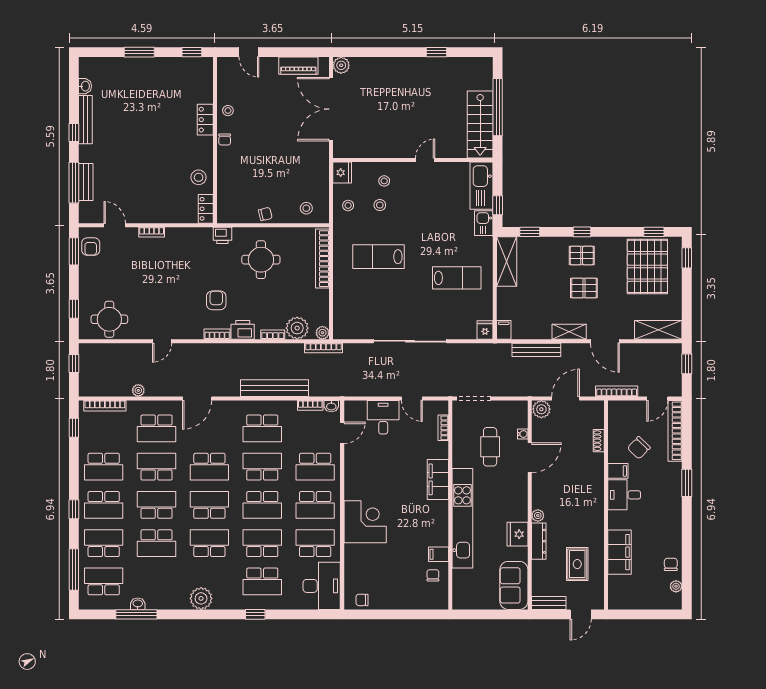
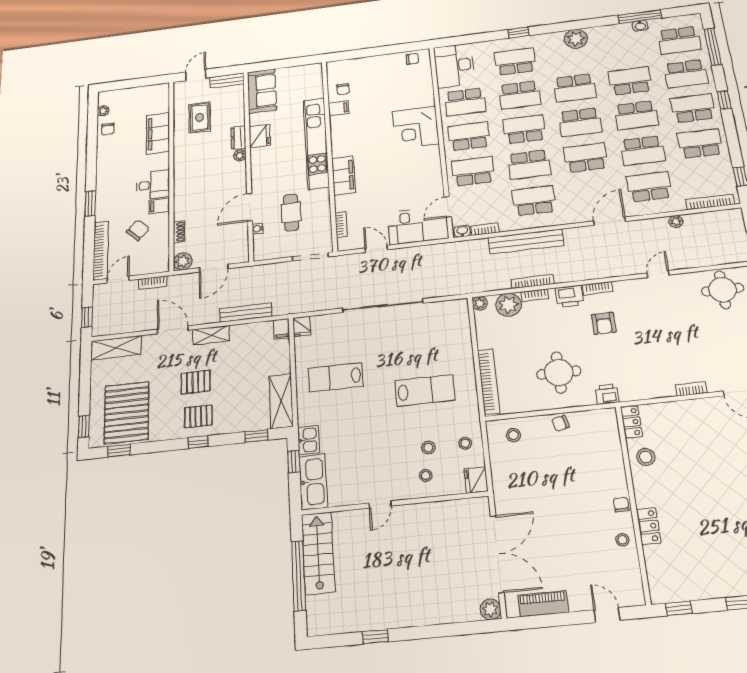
bookcase: (323, 348) -> (533, 281), moved
bookcase: (617, 391) -> (153, 282), width x0.64
plant: (541, 409) -> (183, 261), moved
dresser: (539, 541) -> (238, 137), width x0.70

